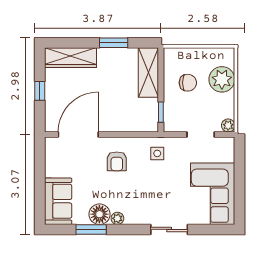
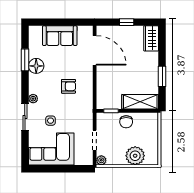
wardrobe: (71, 58) -> (151, 38), width x0.67
chair: (188, 83) -> (126, 122), moved
side table: (157, 153) -> (51, 121), moved
armchair: (117, 161) -> (68, 86), moved, turned 180
sofa: (58, 201) -> (60, 36), moved
plant: (117, 218) -> (33, 99), moved

